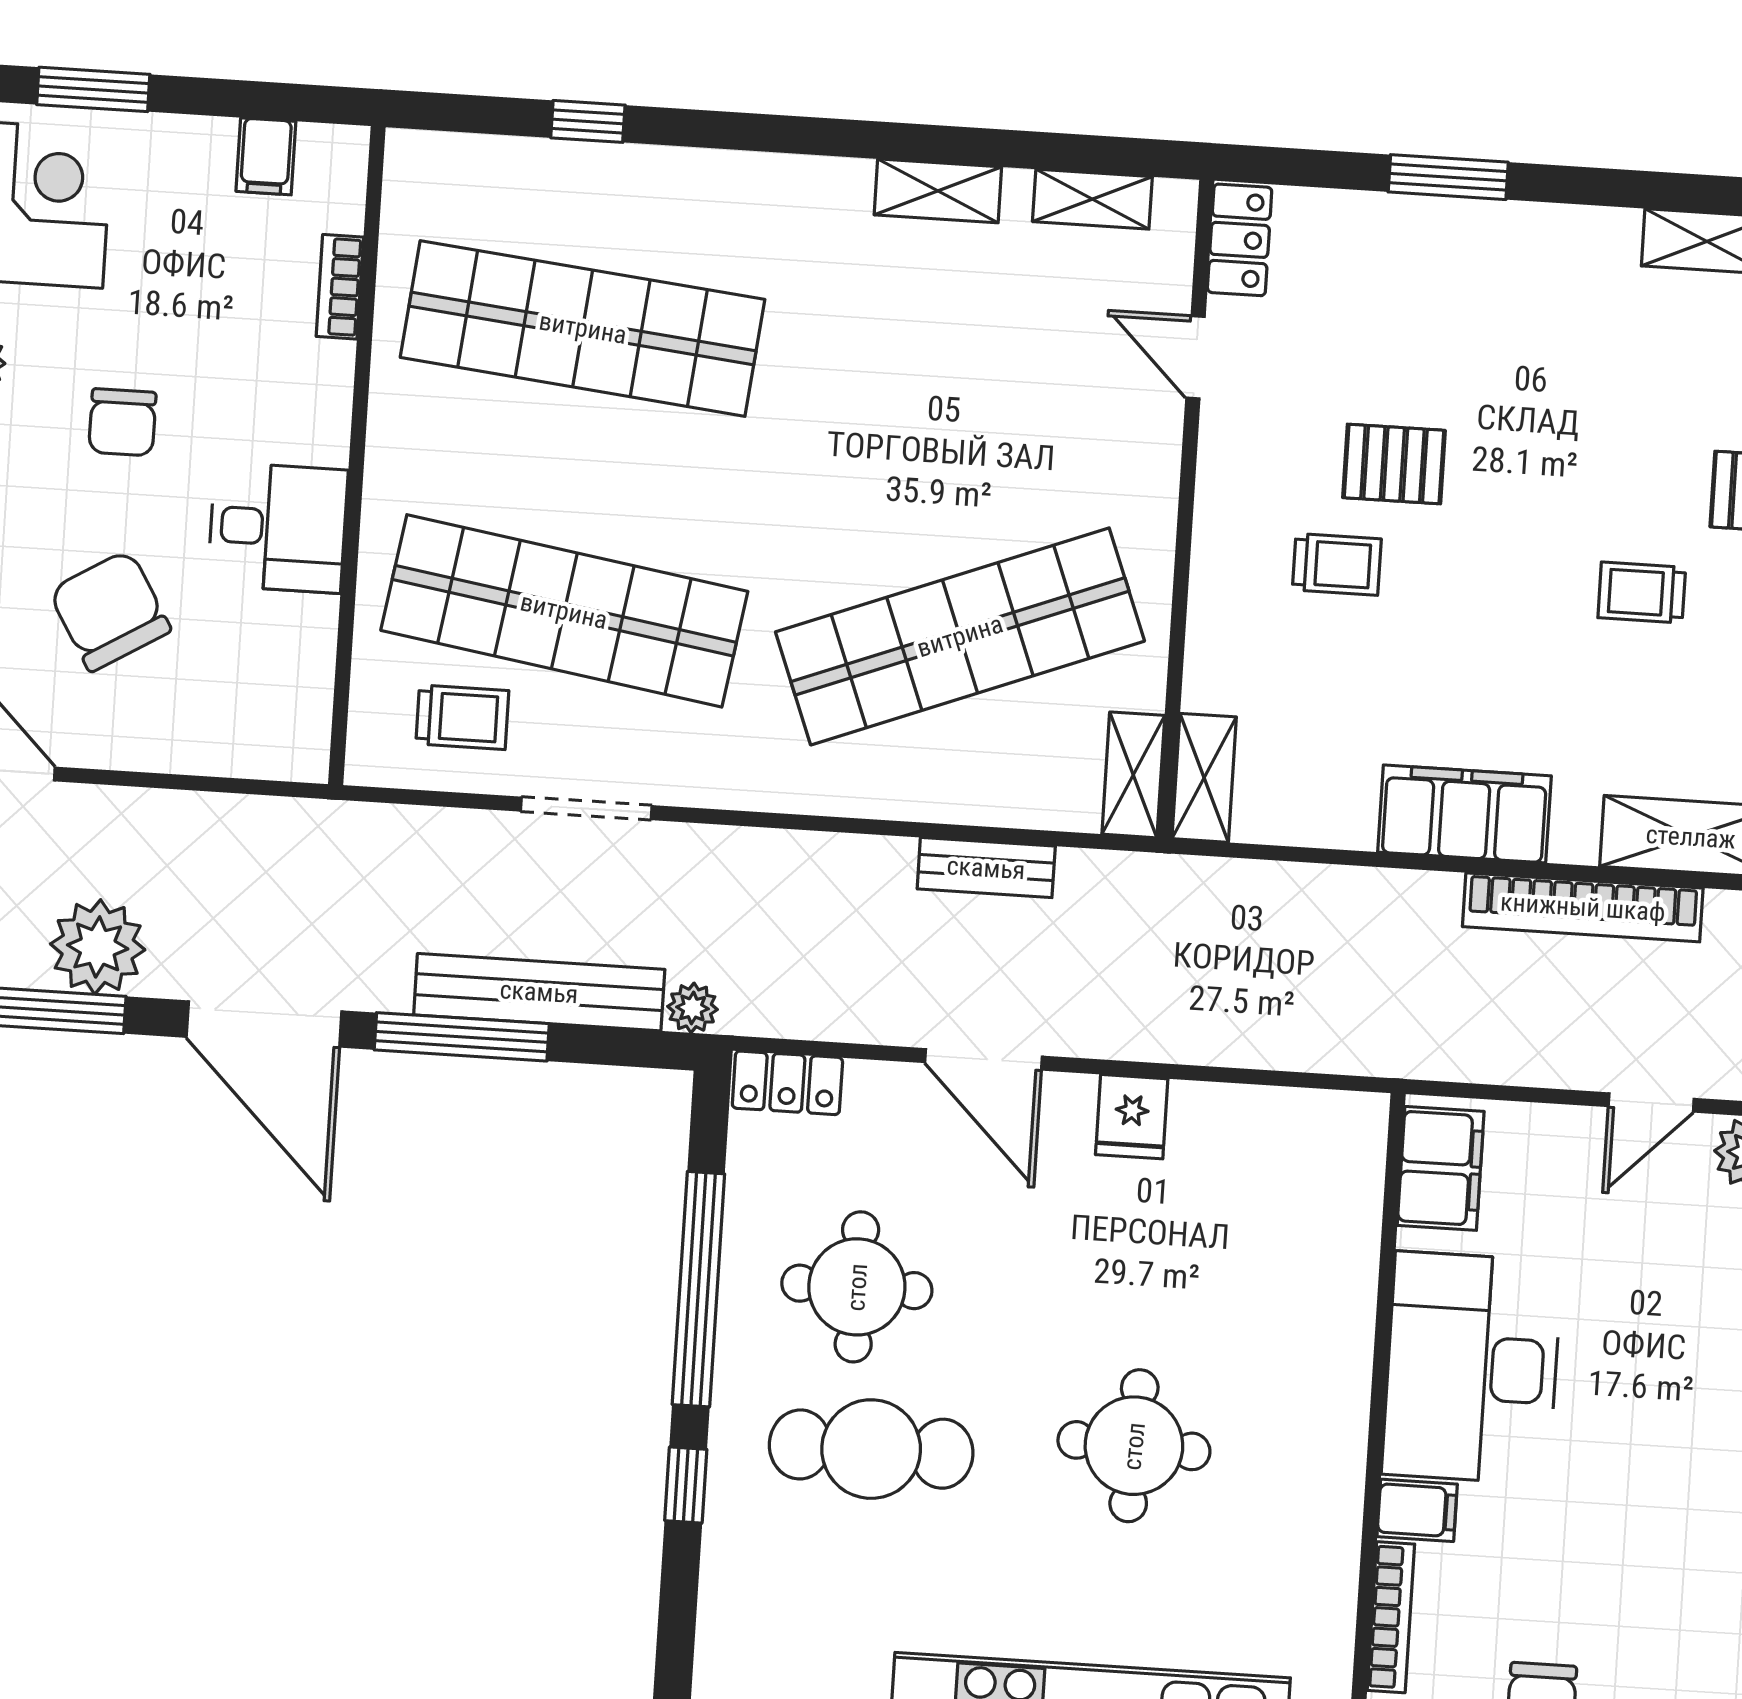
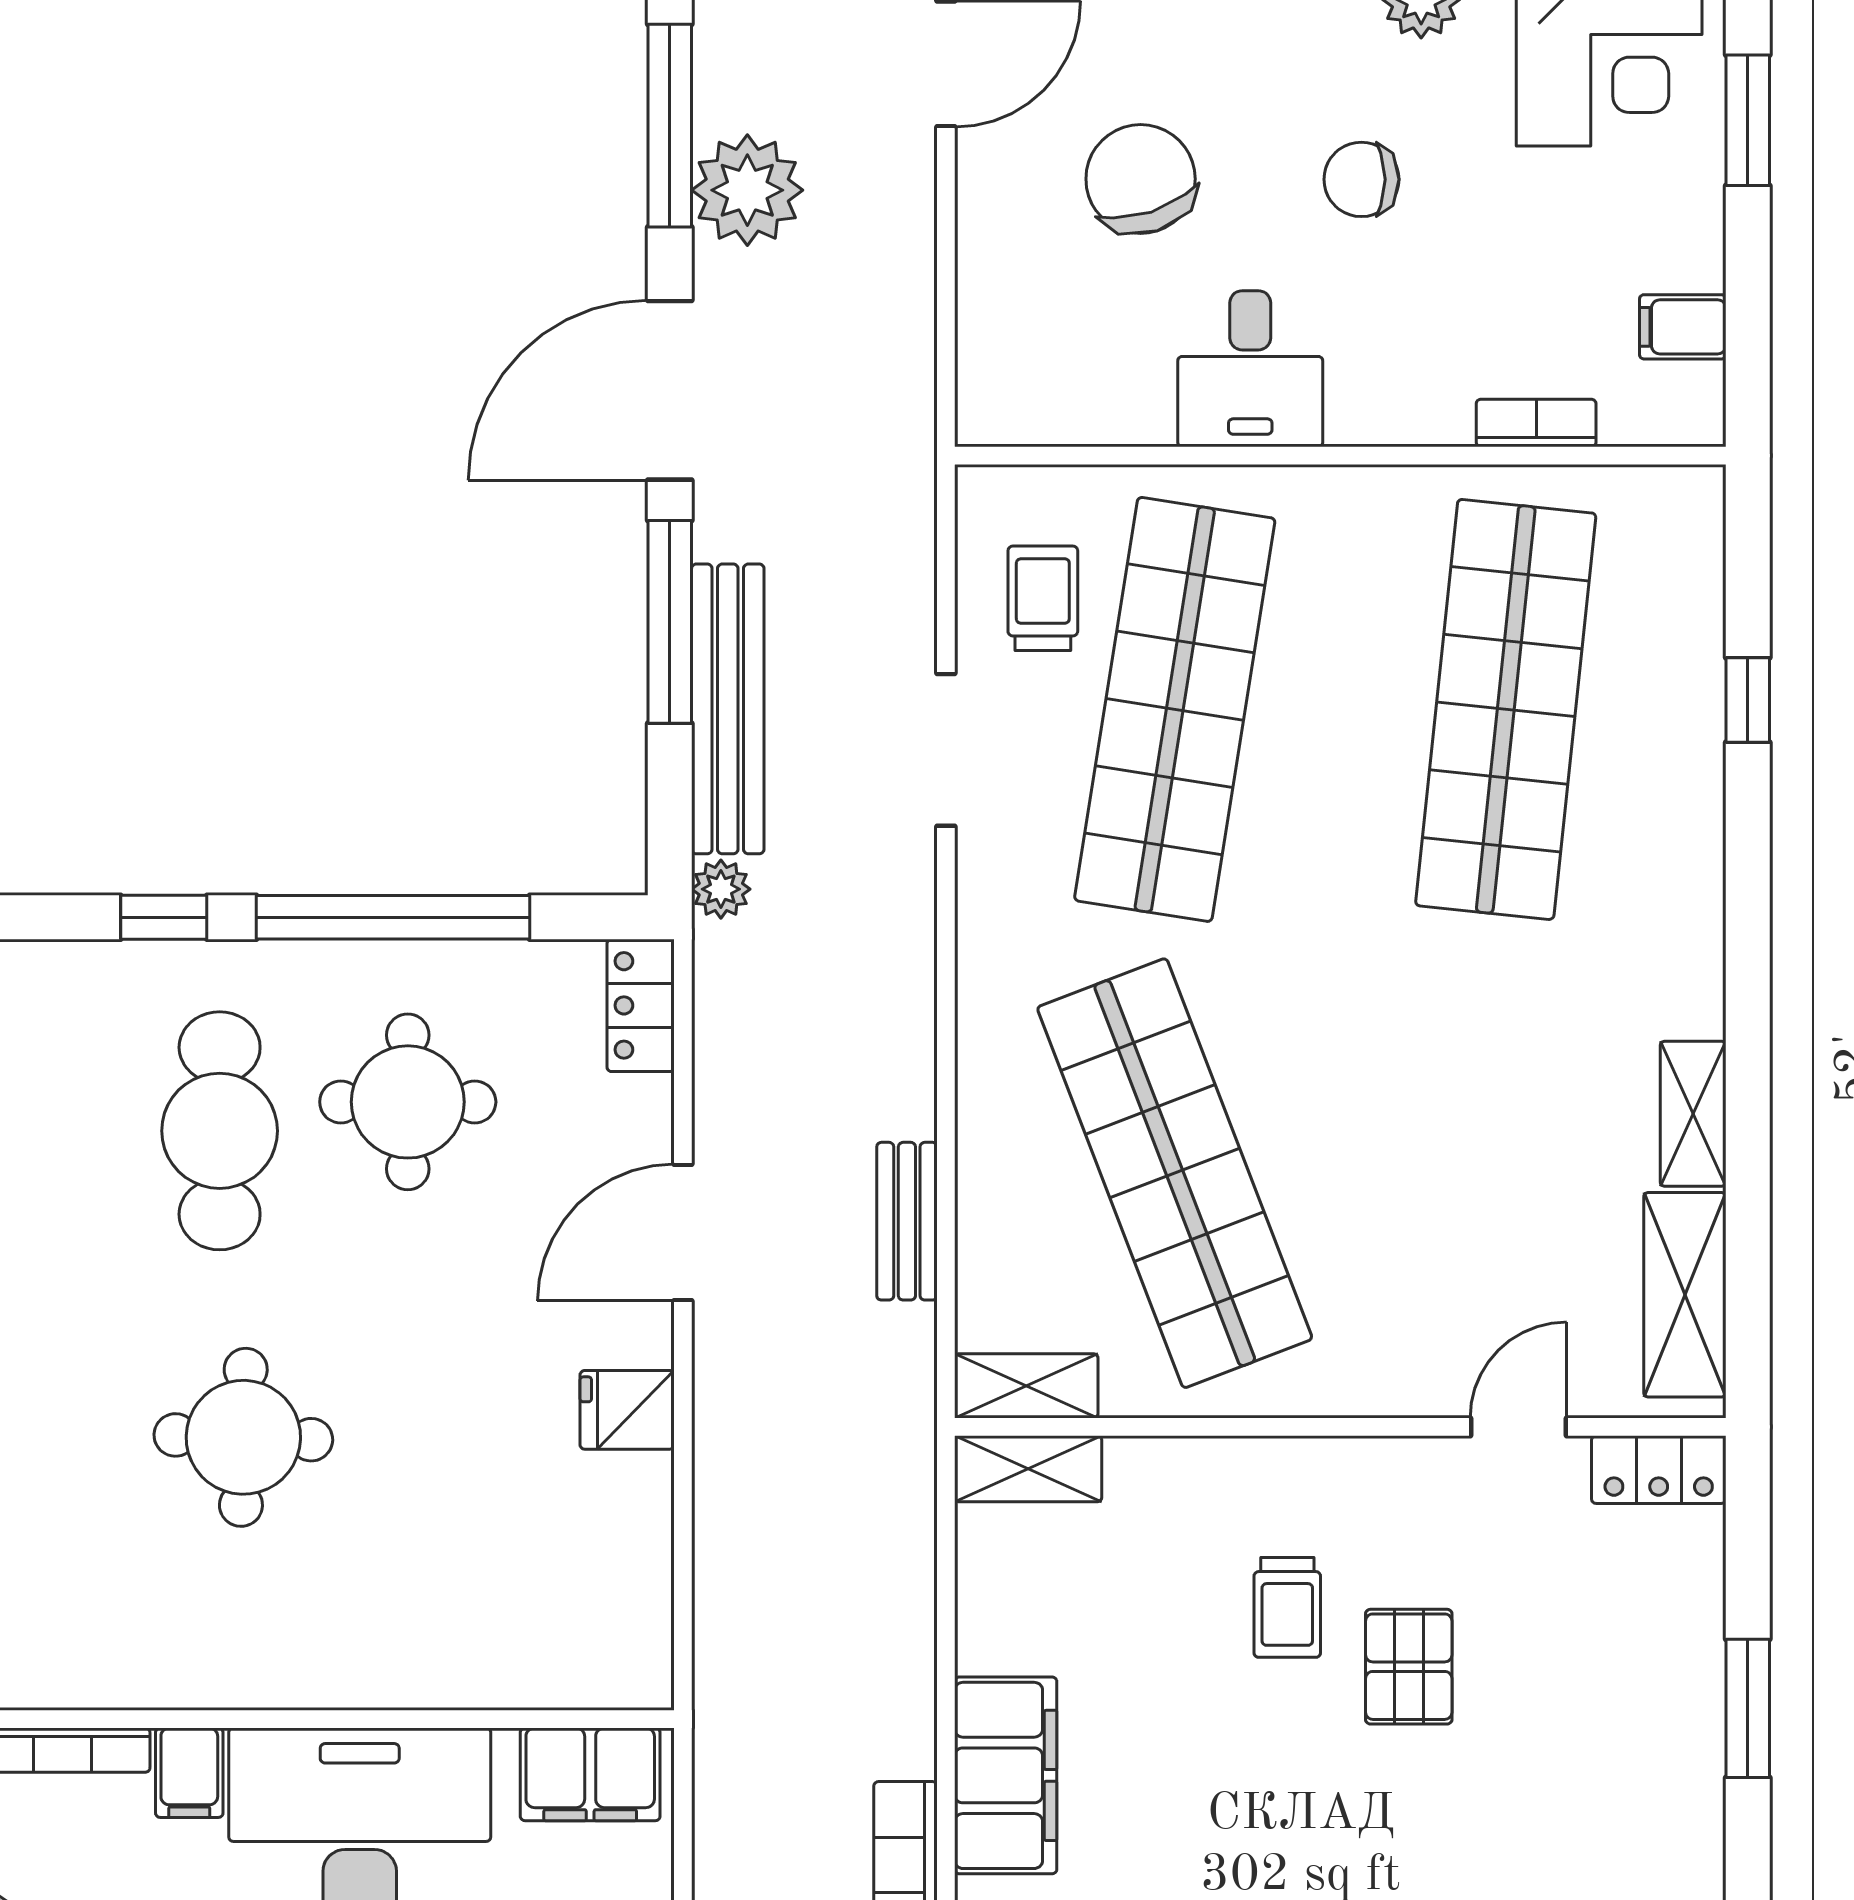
shelving: (1092, 199) -> (1685, 1295), width x1.50, depth x1.33
chair: (110, 611) -> (1141, 179), turned -77
trolley: (462, 717) -> (1043, 598), turned 180

